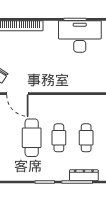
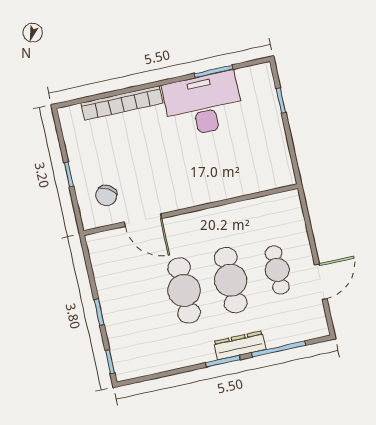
desk: (80, 36) -> (203, 104), moved
cafe table: (59, 138) -> (231, 280), width x1.37, depth x1.35
dresser: (84, 175) -> (240, 345), moved

